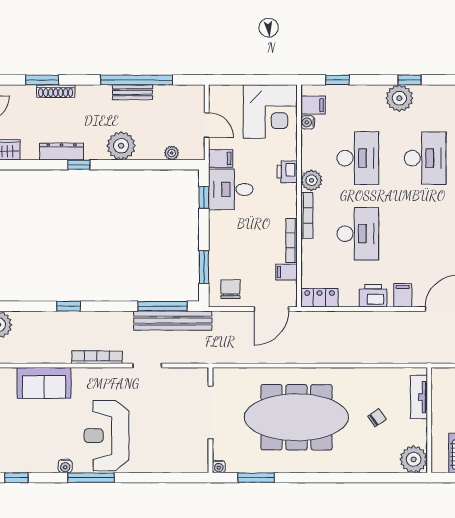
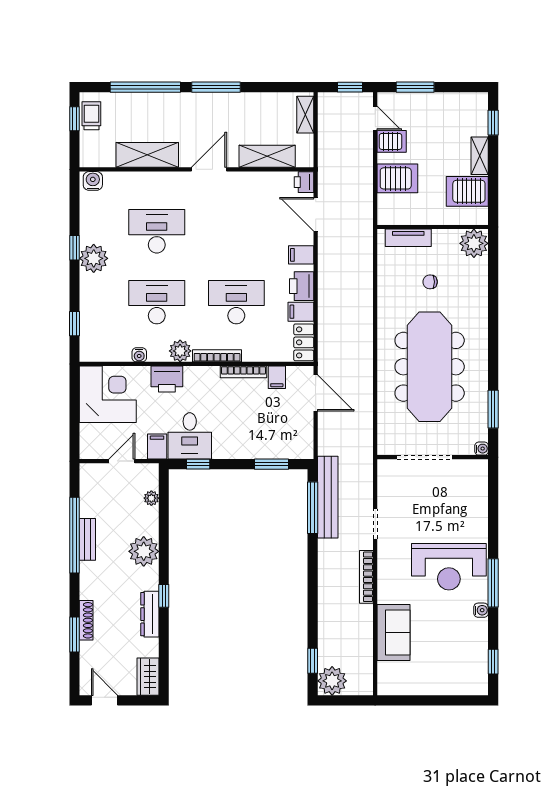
filing cabinet: (313, 105) -> (301, 312), moved, turned -90
water cooler: (308, 122) -> (139, 355), moved
printer: (287, 172) -> (167, 379), width x1.36, depth x1.24
chair: (230, 289) -> (295, 436), removed
window: (68, 306) -> (313, 661), moved
chair: (377, 418) -> (430, 282), turned -55

